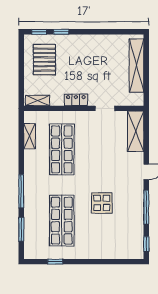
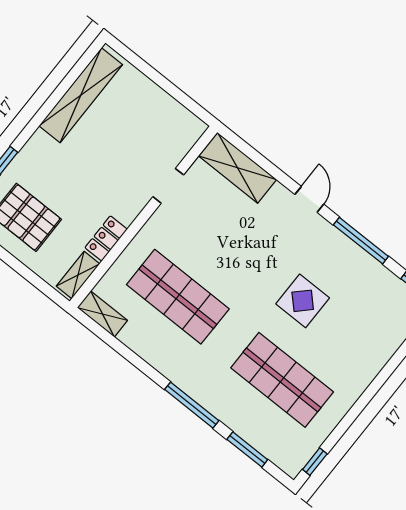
shelving: (136, 66) -> (81, 95), moved, turned 90
locker: (76, 100) -> (106, 238), moved
shelving: (29, 136) -> (102, 314), moved
window: (55, 262) -> (315, 462), moved

